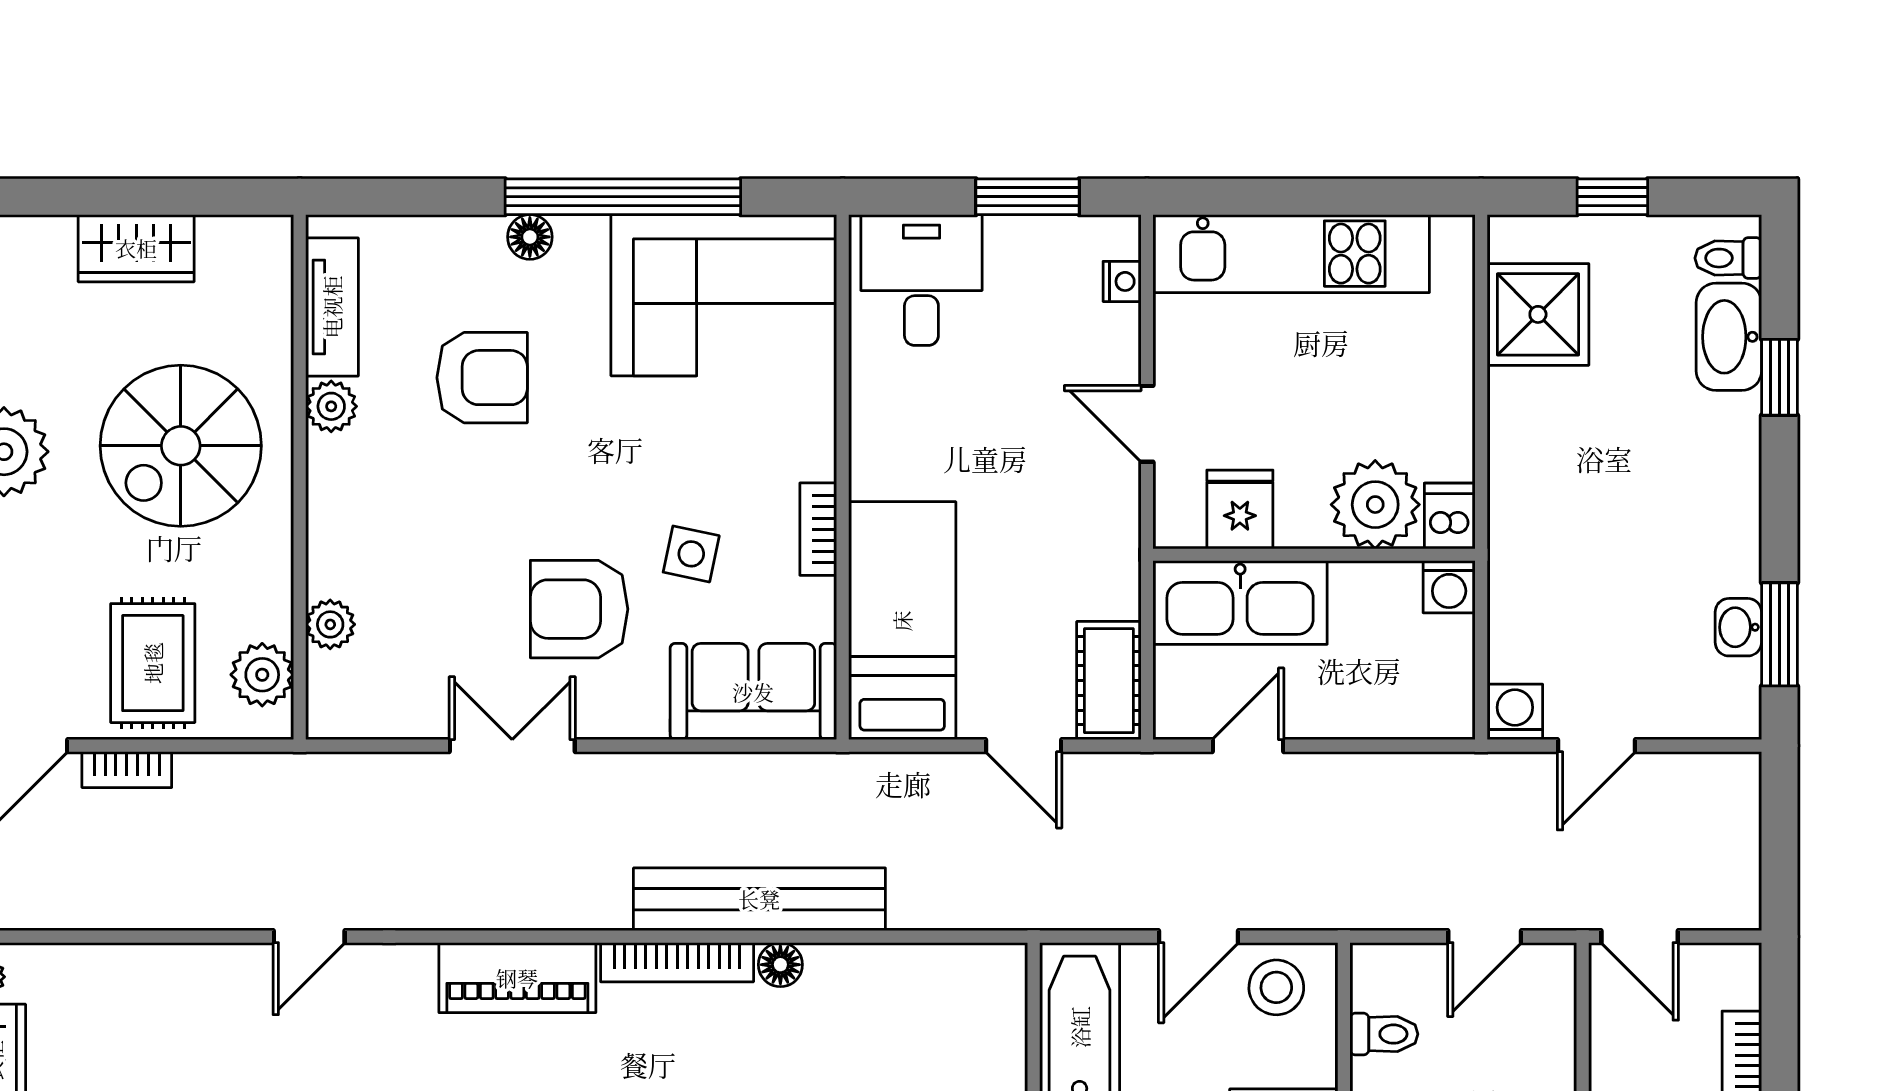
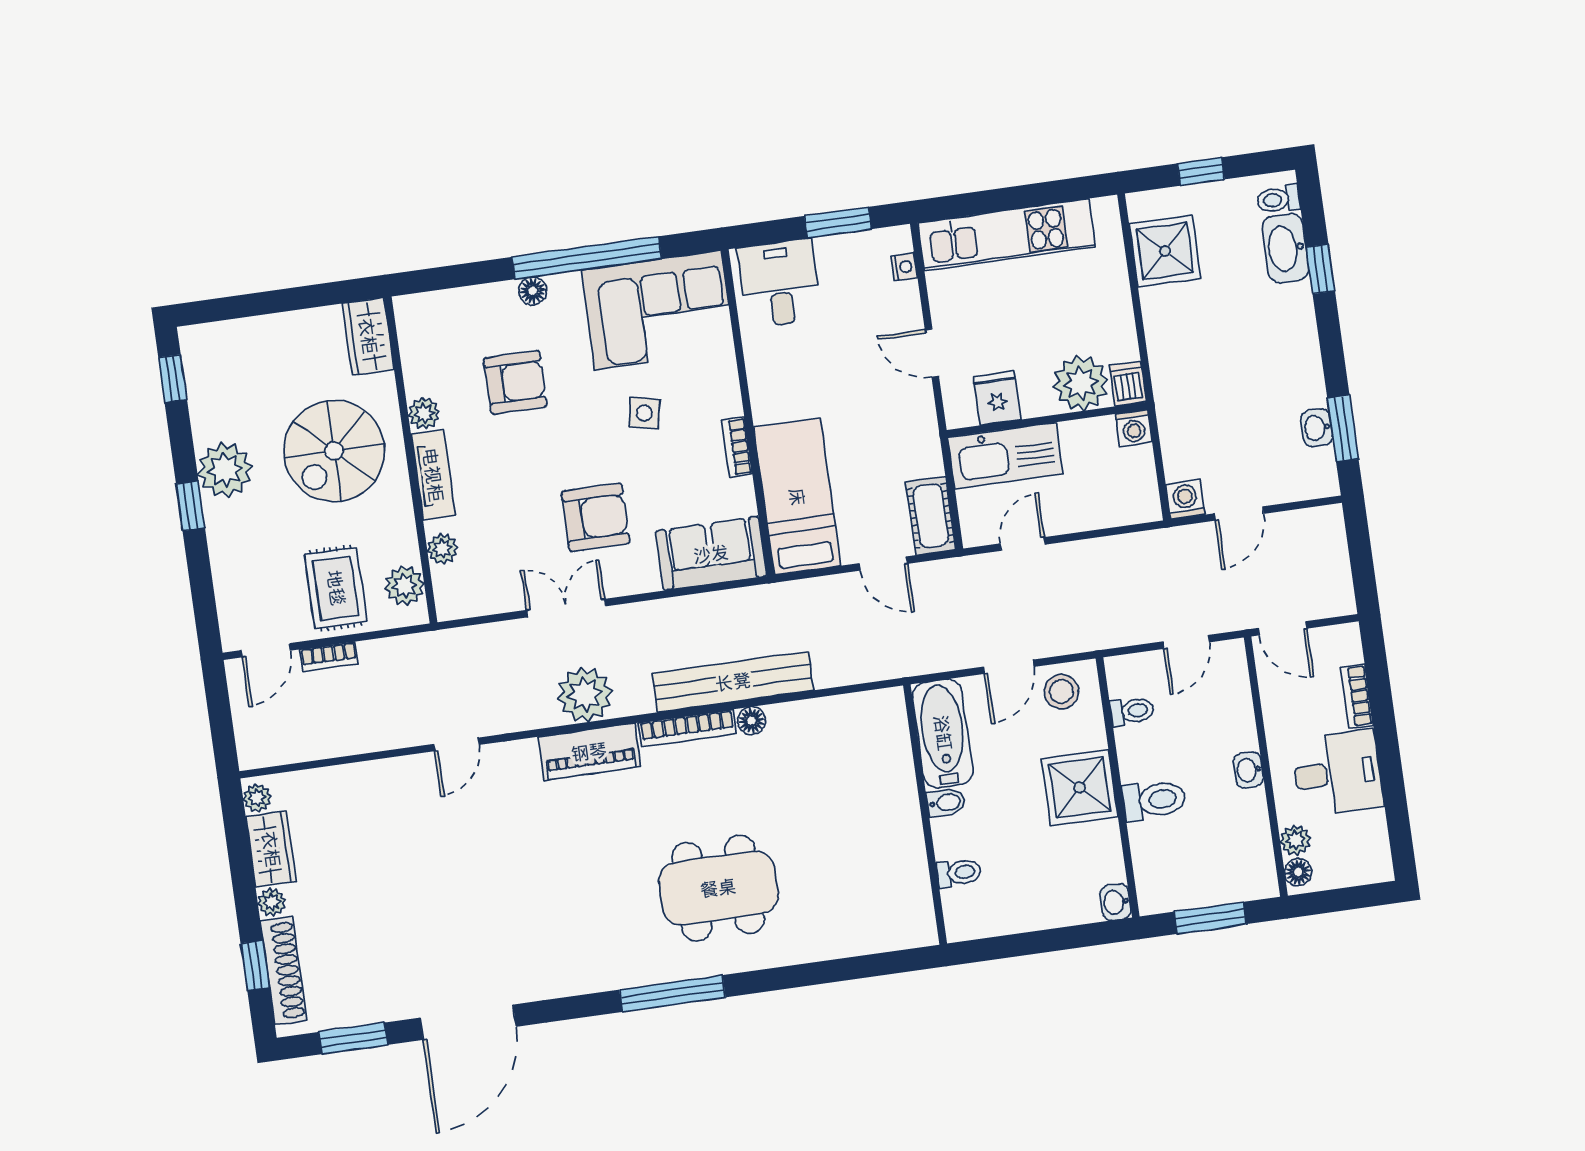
wardrobe: (136, 248) -> (368, 336), moved, turned 90
tv unit: (332, 307) -> (433, 475), moved
side table: (691, 554) -> (644, 413), moved
armchair: (579, 609) -> (596, 517), turned 180
plant: (523, 886) -> (585, 695), added

